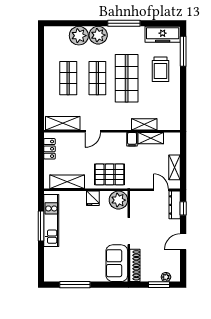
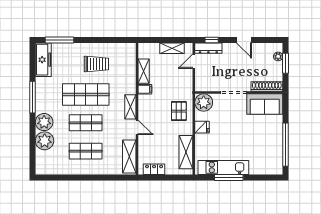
trolley: (160, 69) -> (96, 64), moved
shelving: (144, 124) -> (130, 107), moved
pallet: (110, 174) -> (179, 111), width x0.67, depth x0.71
window: (75, 285) -> (286, 145), width x1.46

